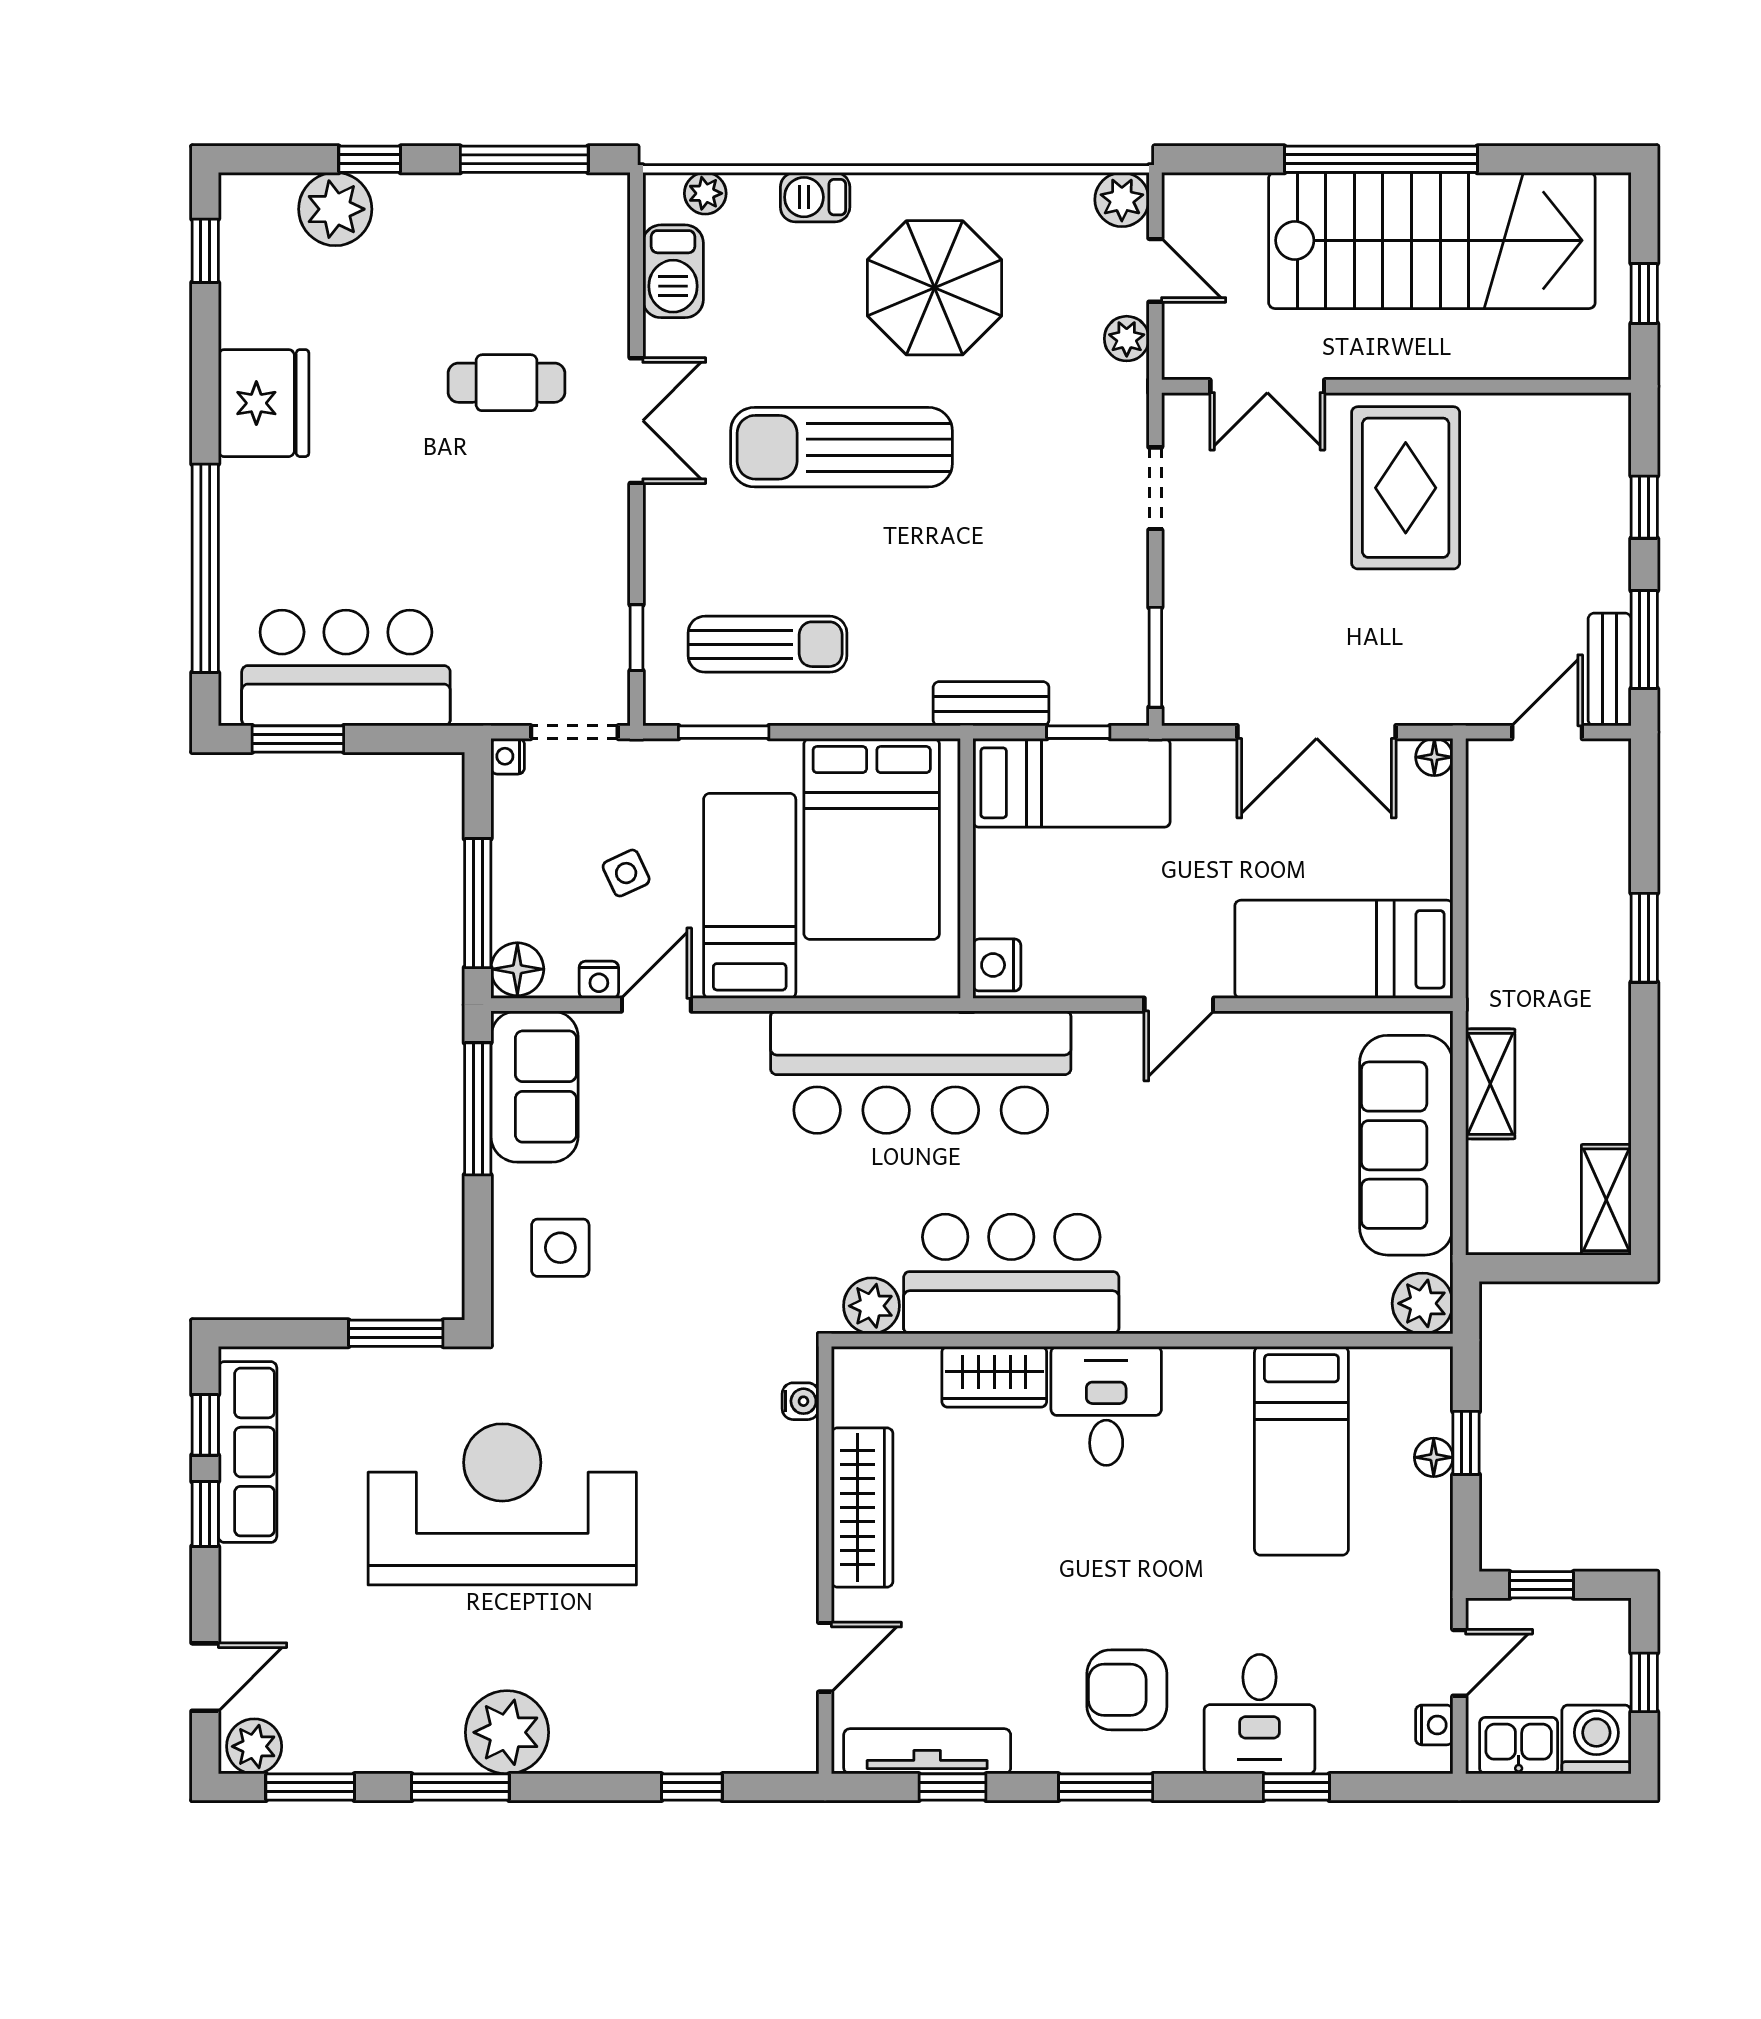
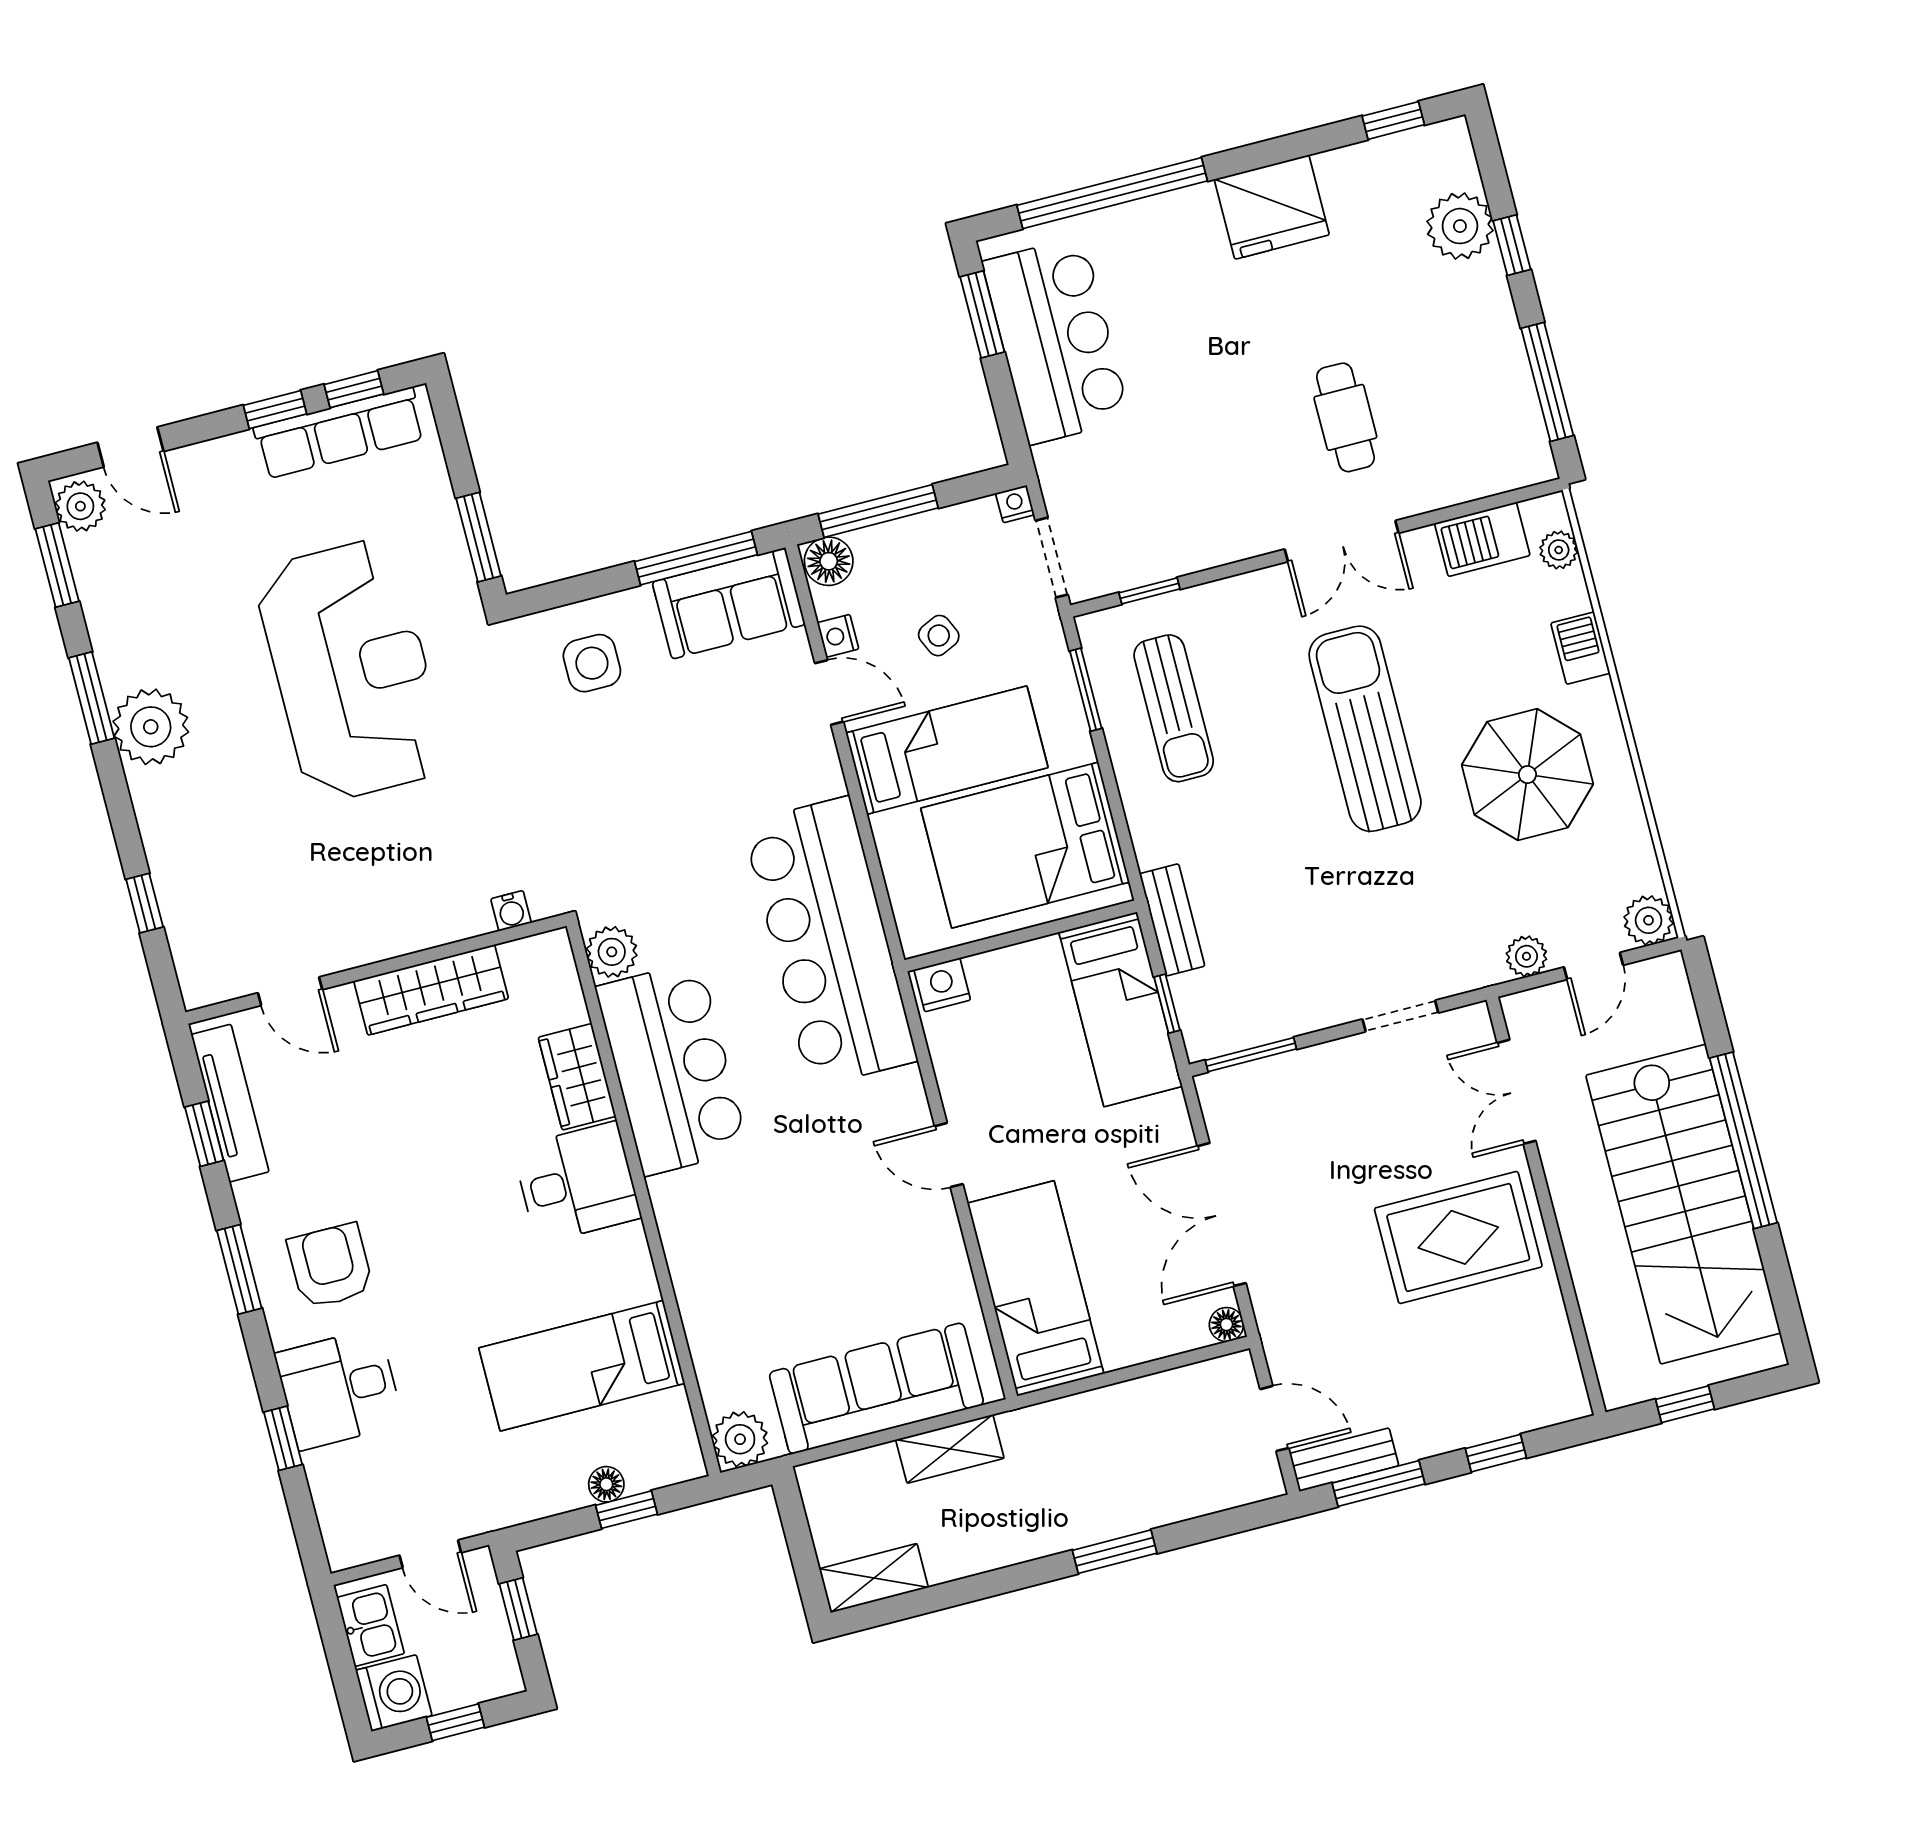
nightstand: (1434, 1725) -> (369, 1546), removed

